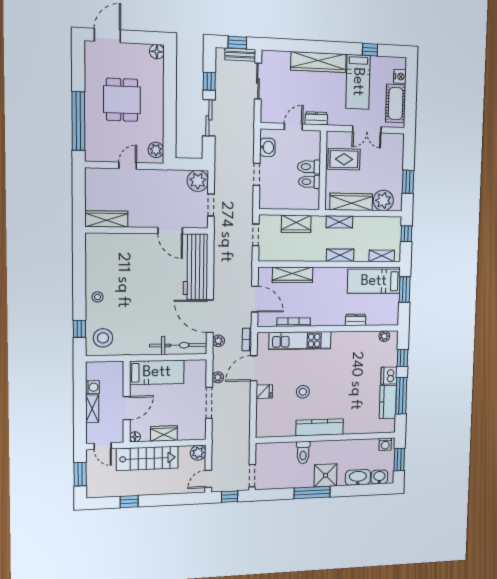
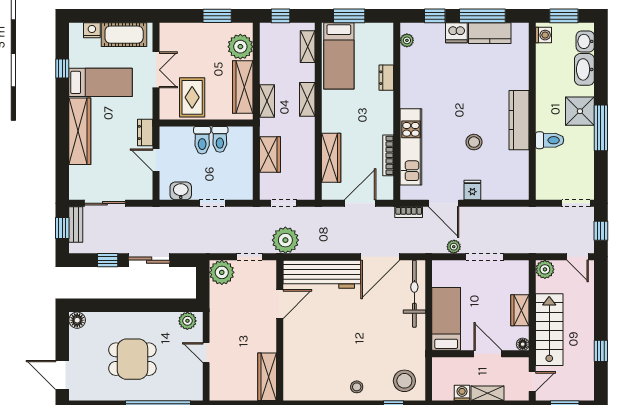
plant: (218, 341) -> (285, 240), moved, width x1.88, depth x1.88

